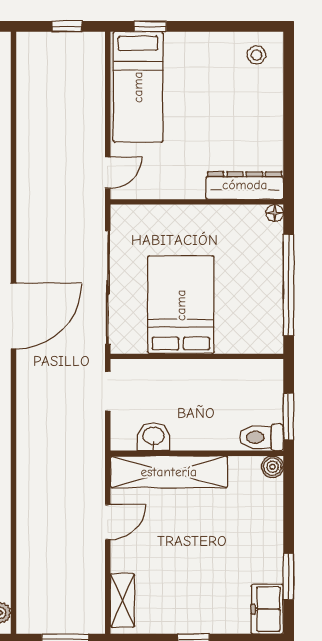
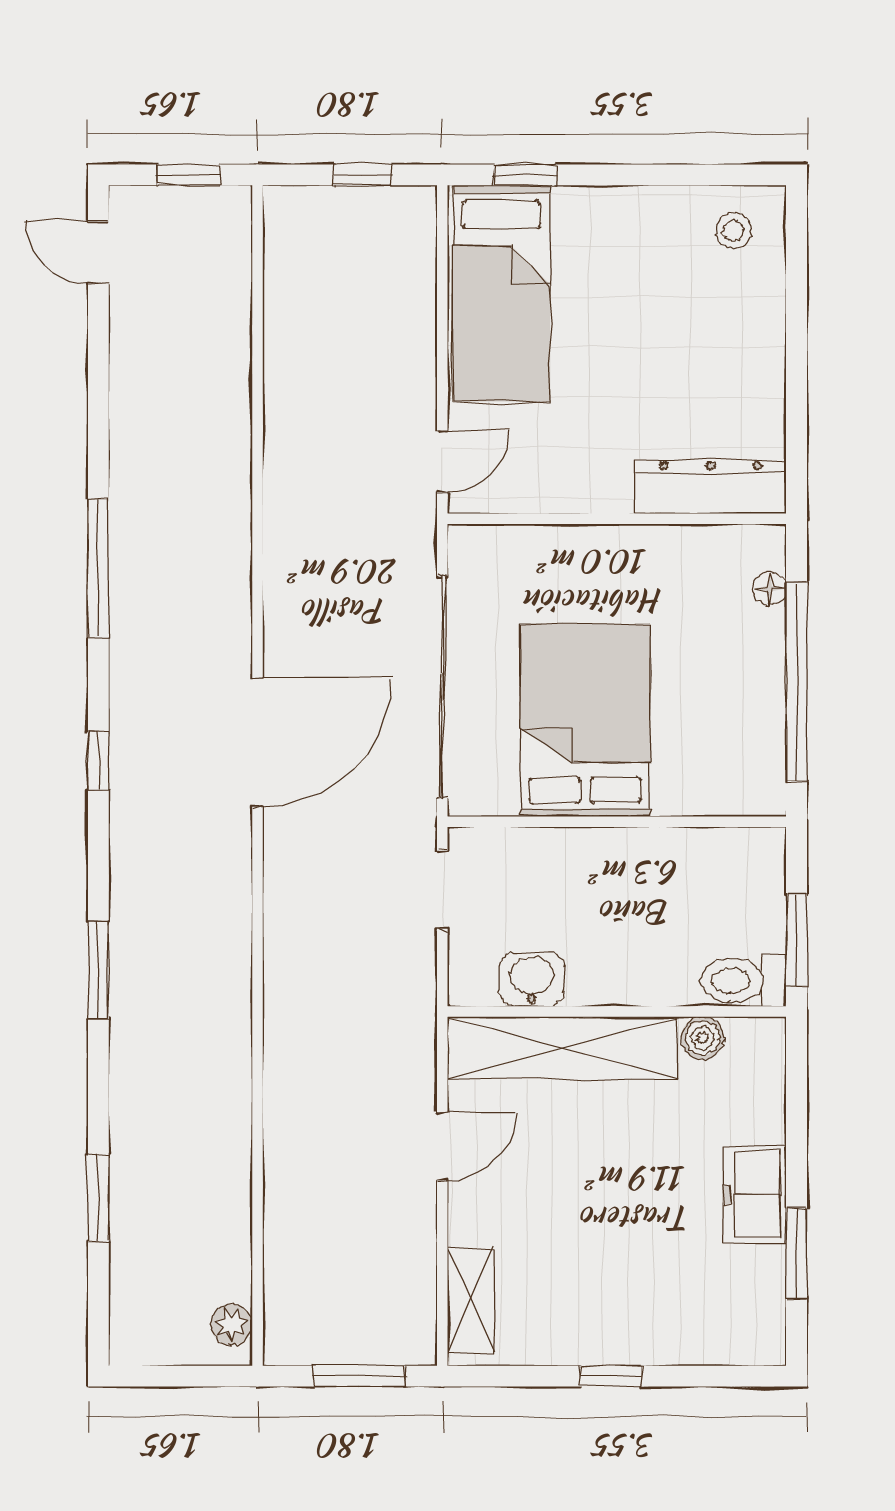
floor lamp: (275, 213) -> (769, 589), moved
boiler: (272, 467) -> (702, 1038), moved
freezer: (267, 609) -> (755, 1195), moved

